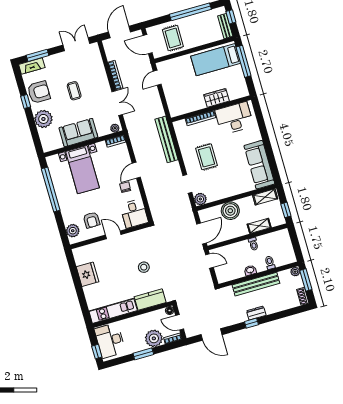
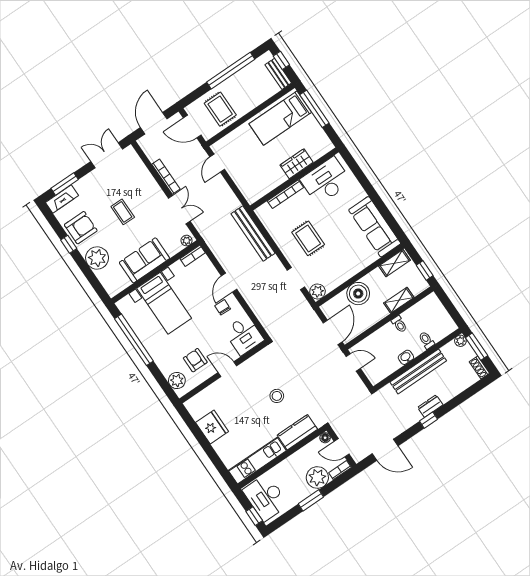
armchair: (92, 220) -> (195, 360), turned 180

